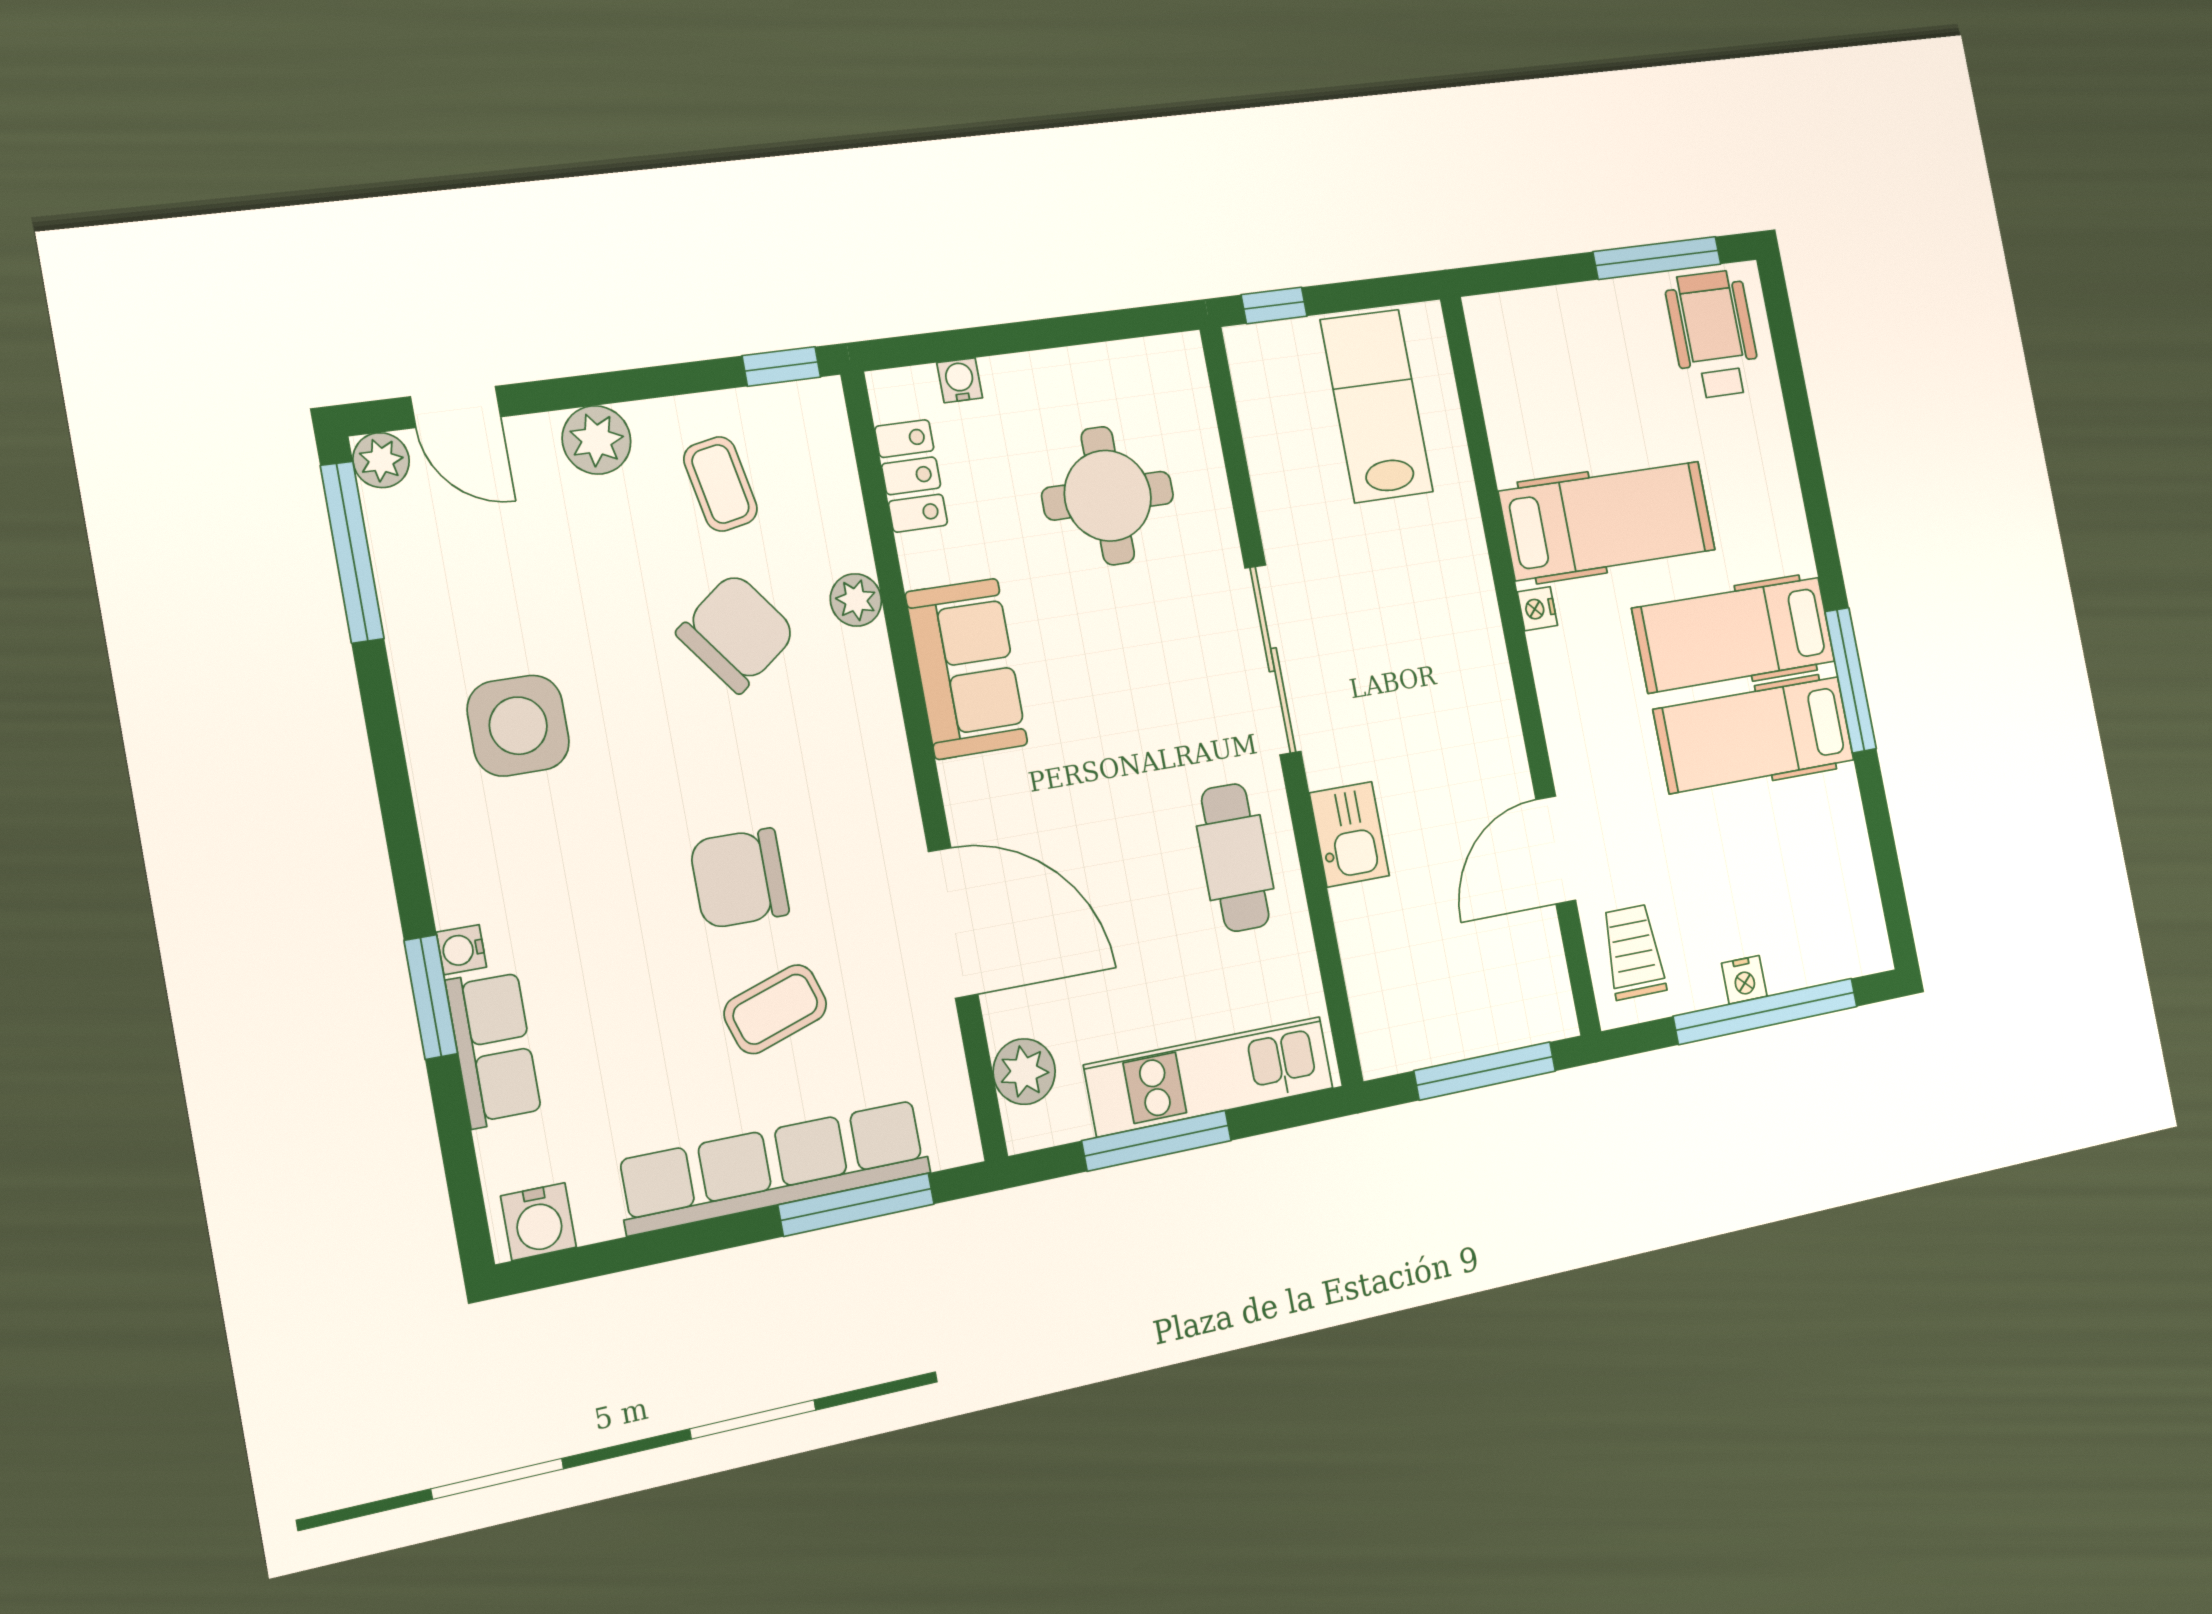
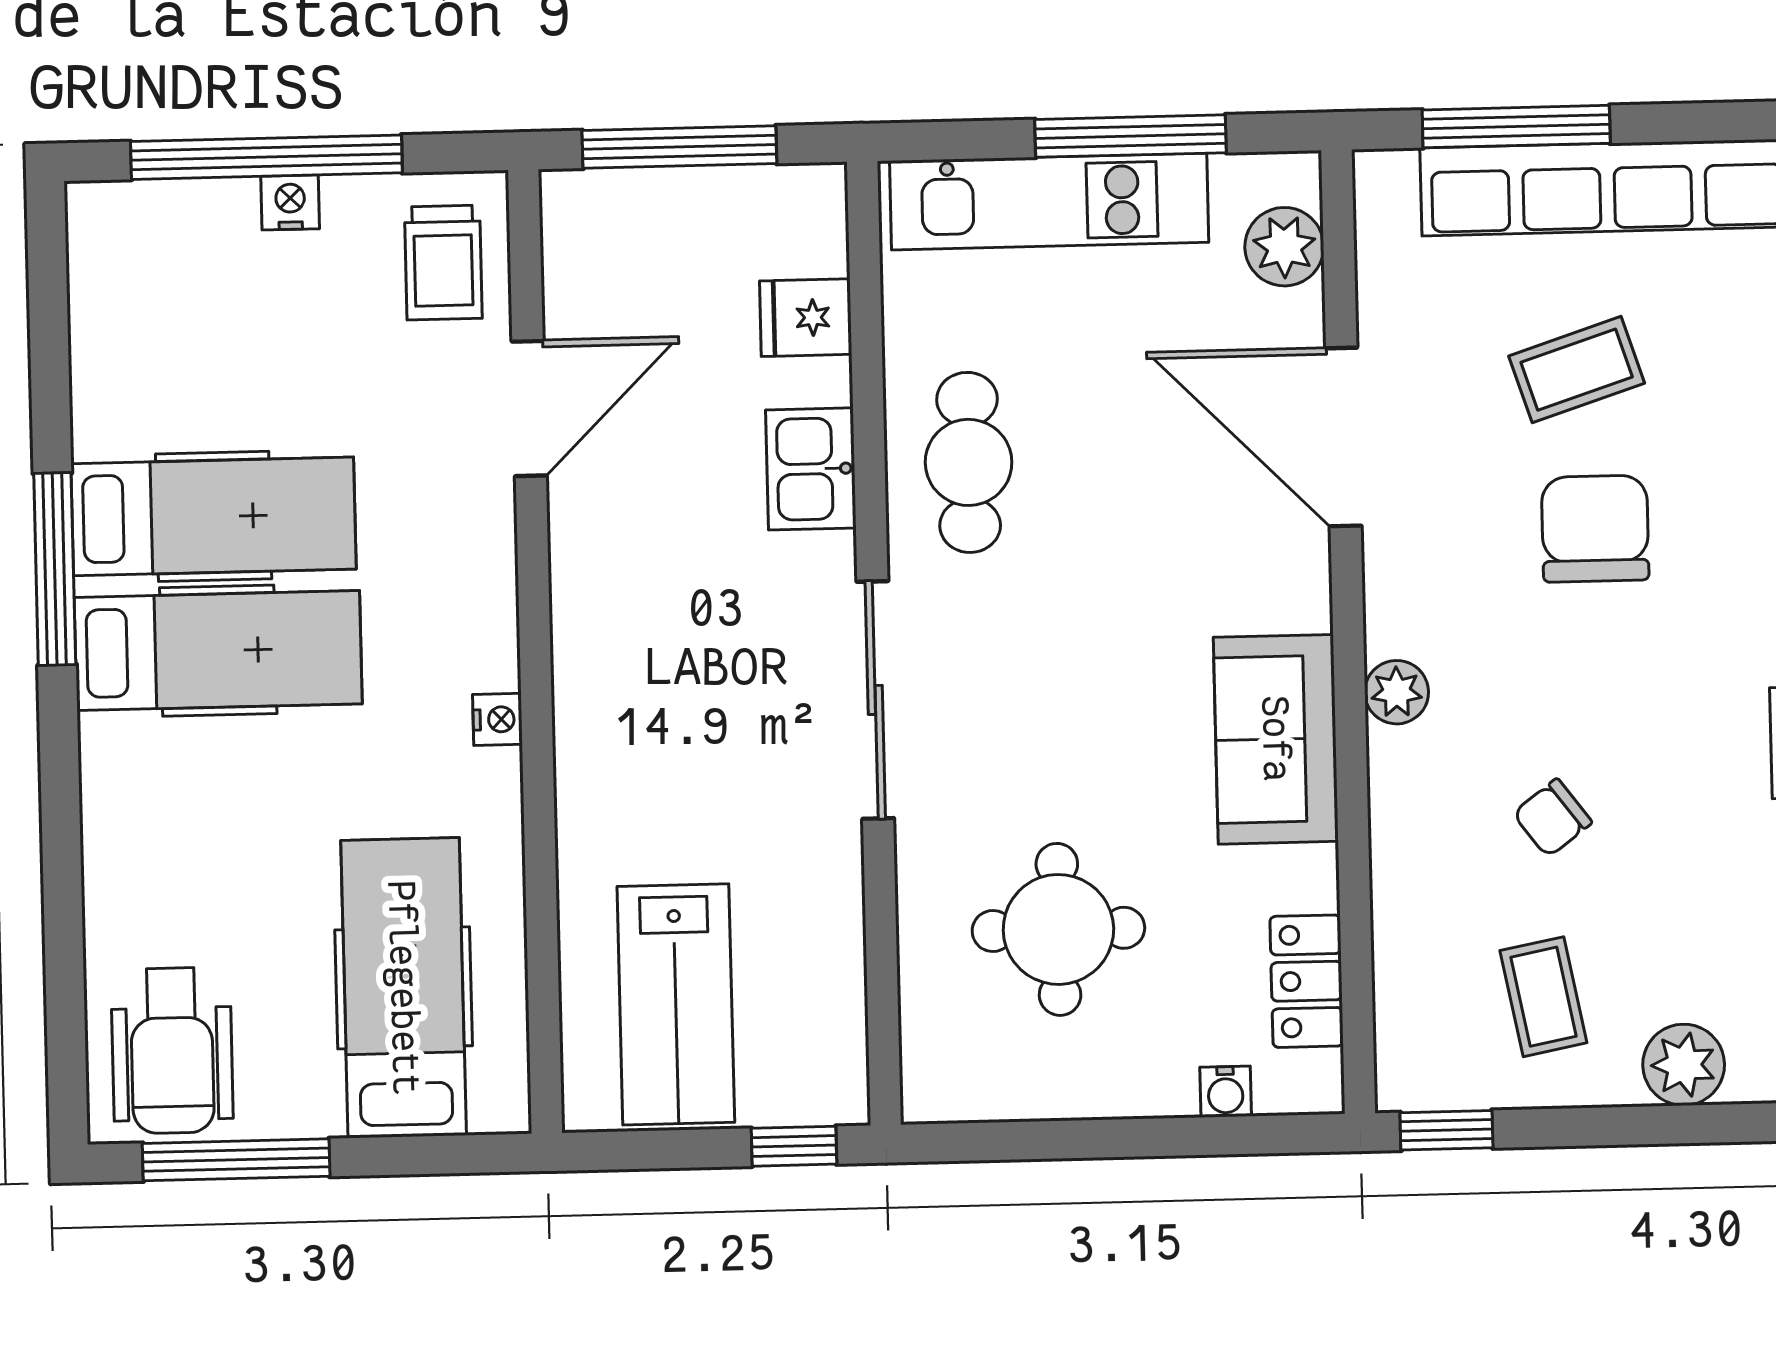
hospital bed: (1608, 521) -> (404, 988), moved, turned 90
plant: (856, 600) -> (1397, 692), moved
chair: (736, 633) -> (1552, 818), width x0.54, depth x0.54
chair: (739, 878) -> (1595, 529), turned -90
fridge: (1373, 953) -> (806, 318), added

